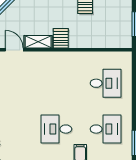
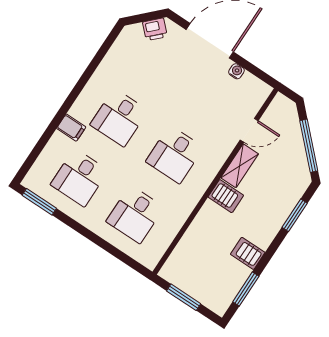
desk: (56, 83) -> (175, 155), added
desk: (56, 129) -> (119, 118), turned 180

